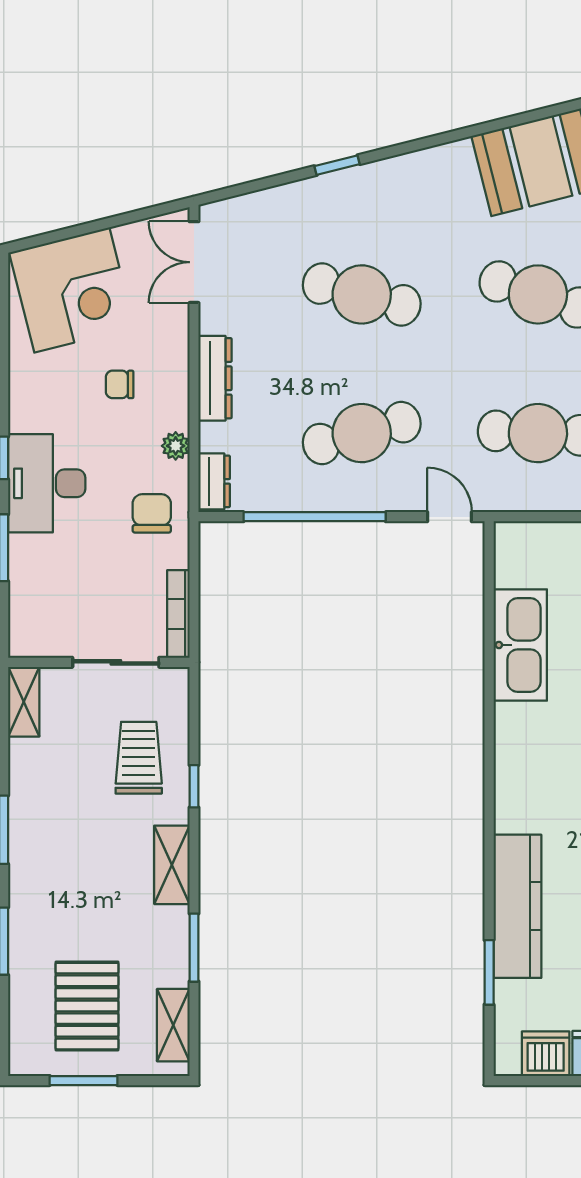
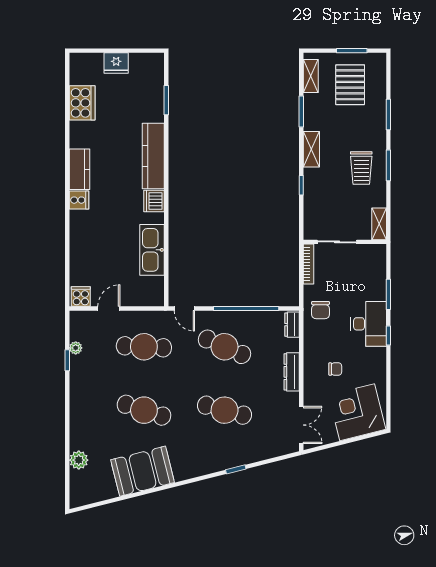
cafe table: (362, 433) -> (225, 347), turned 39
plant: (176, 446) -> (310, 341), removed
trolley: (139, 758) -> (361, 168), moved
kitchen counter: (517, 906) -> (153, 156), moved
dishwasher: (546, 1054) -> (154, 201), moved, turned 90

